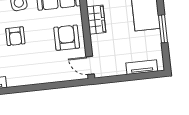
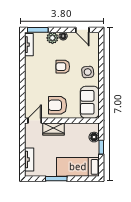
wardrobe: (96, 20) -> (53, 129), moved
armchair: (67, 38) -> (57, 105), turned 180

